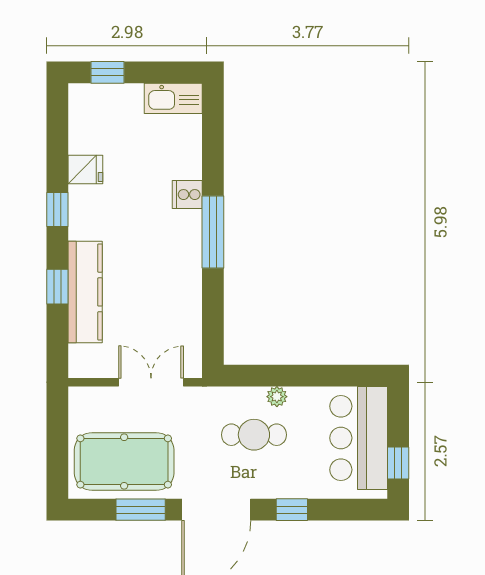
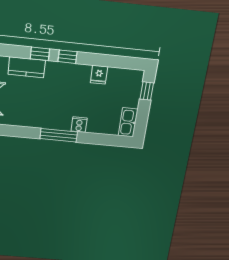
window: (57, 210) -> (68, 57), moved
kitchen counter: (85, 292) -> (27, 67), width x0.67

